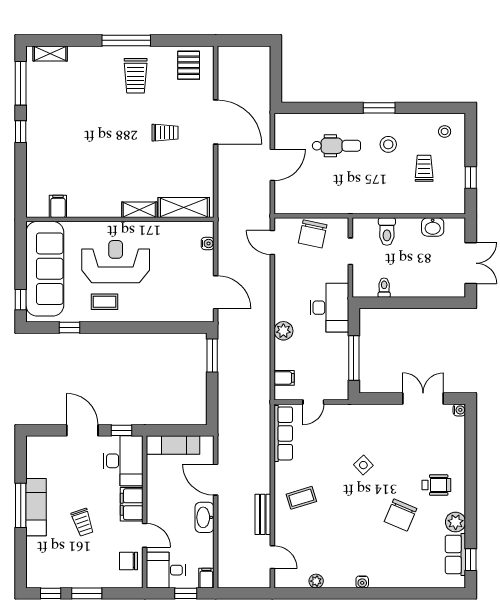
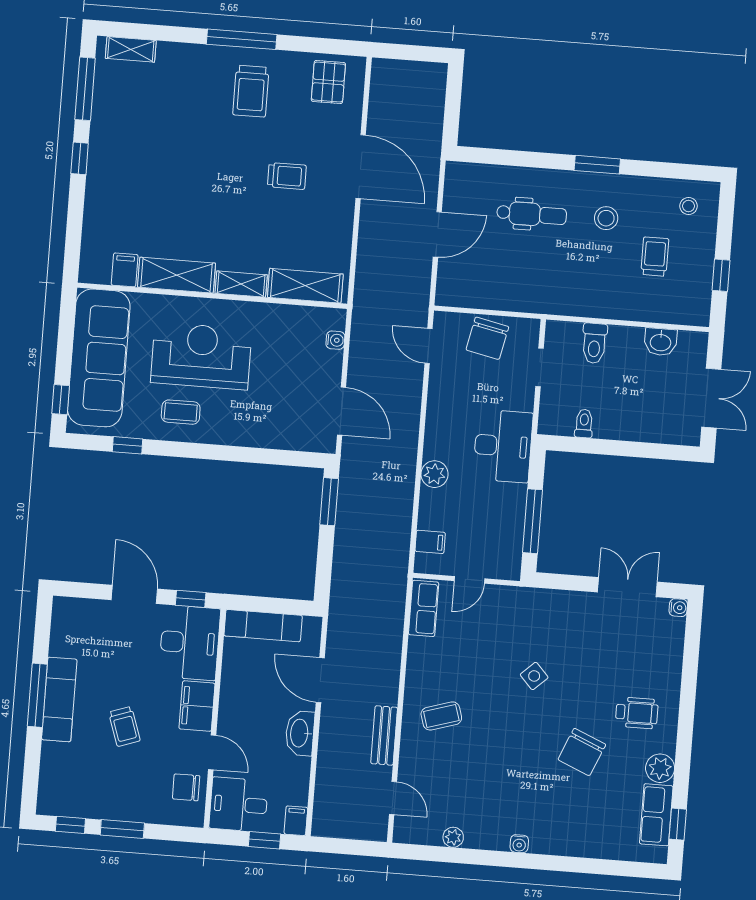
shelving: (94, 207) -> (177, 275), added
row of seats: (283, 433) -> (424, 608), width x0.68

